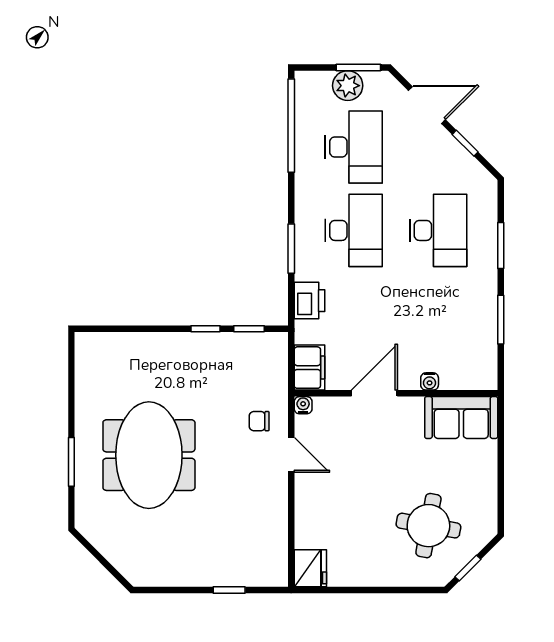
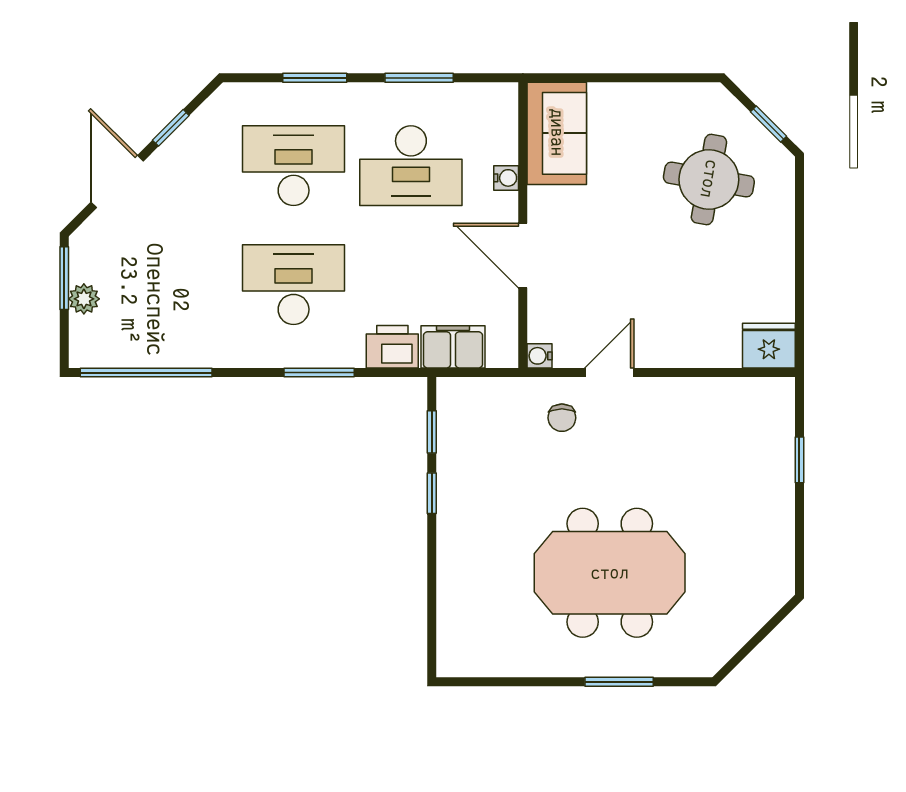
plant: (348, 86) -> (84, 299), width x0.73, depth x0.73
desk: (354, 147) -> (411, 166), moved, turned 180
filing cabinet: (309, 368) -> (453, 347), moved

